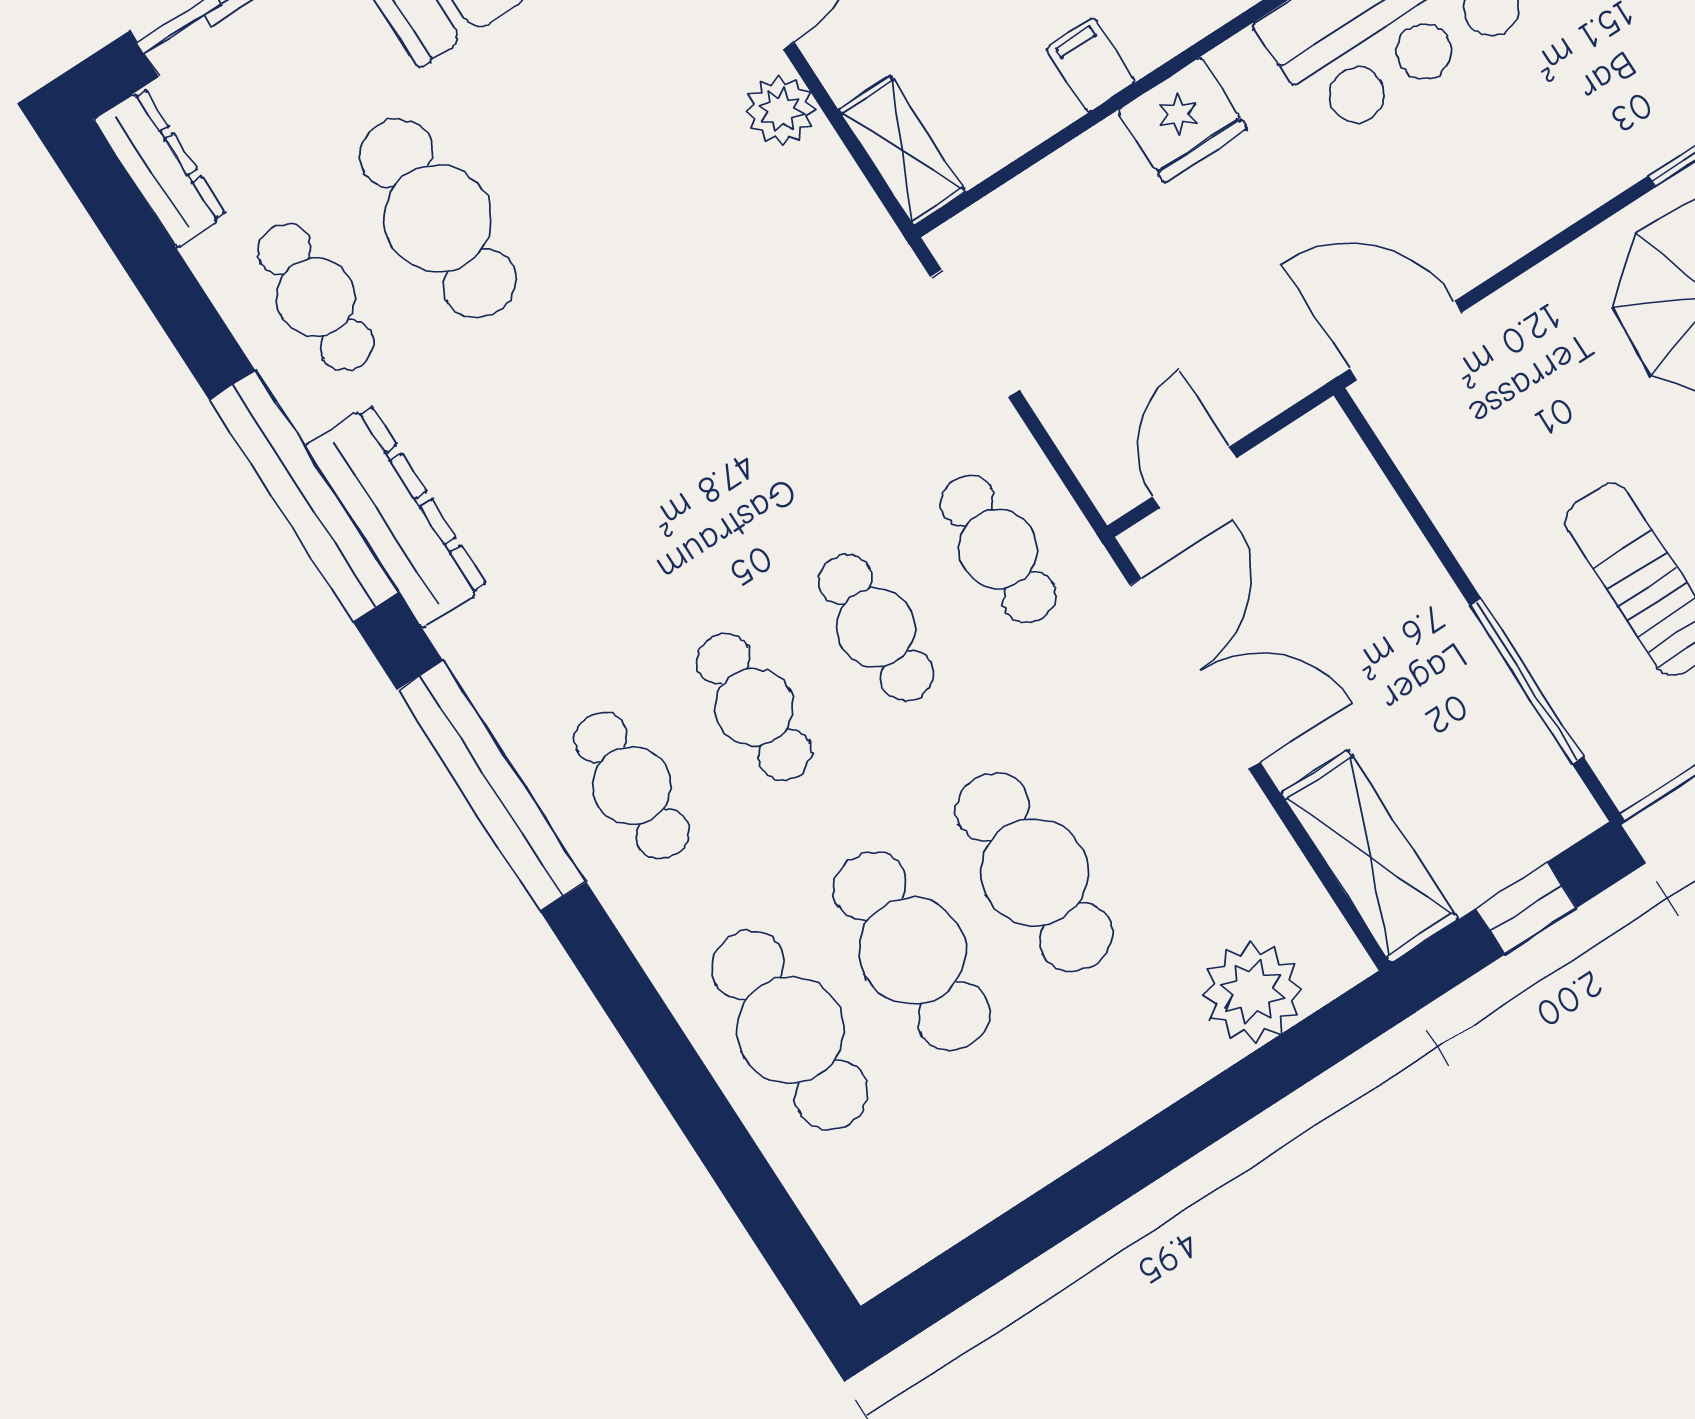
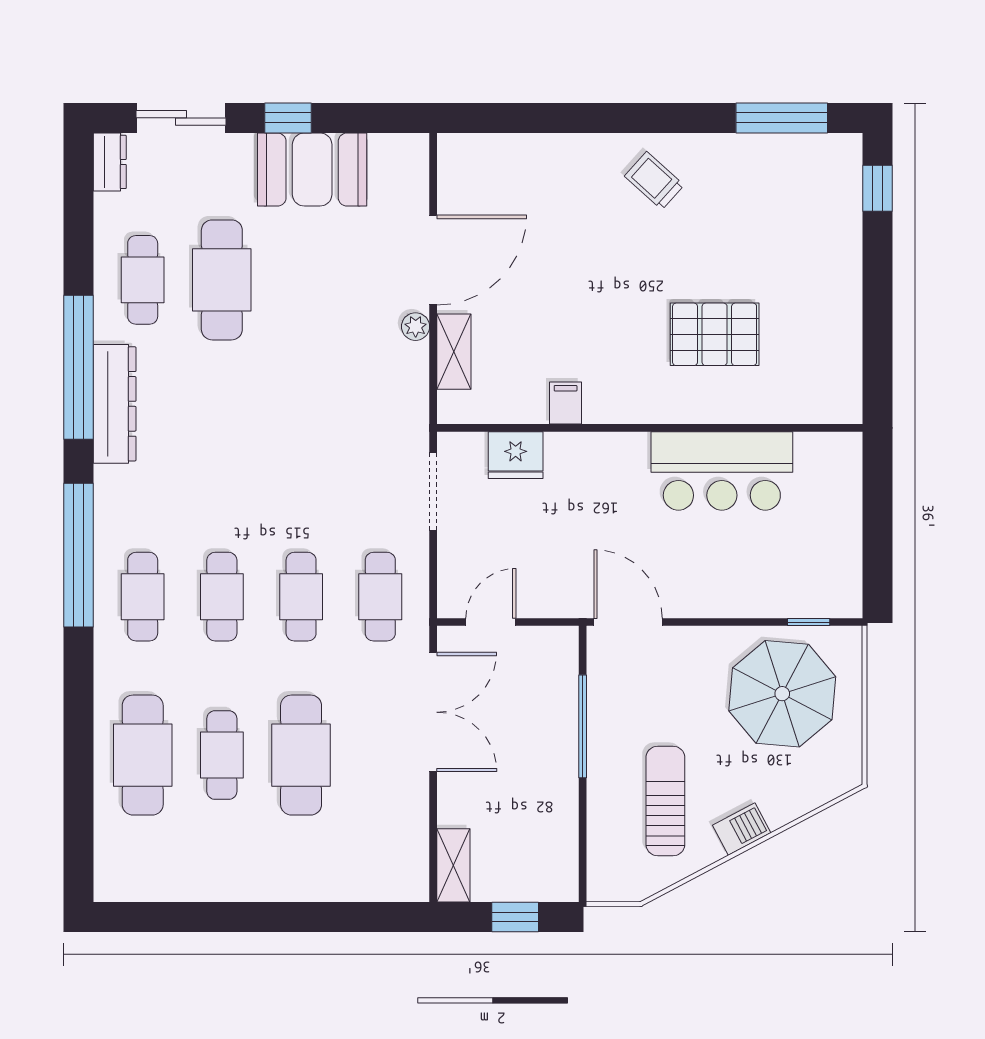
plant: (780, 110) -> (416, 327), width x0.73, depth x0.73
fridge: (1182, 120) -> (516, 455), moved
shelving: (902, 151) -> (454, 352), moved
dresser: (160, 168) -> (110, 162), width x0.70
window: (1527, 681) -> (583, 726), moved
shelving: (1369, 856) -> (453, 865), width x0.67, depth x0.75
cafe table: (912, 951) -> (222, 755), width x0.73, depth x0.74
plant: (1253, 992) -> (366, 874), removed

